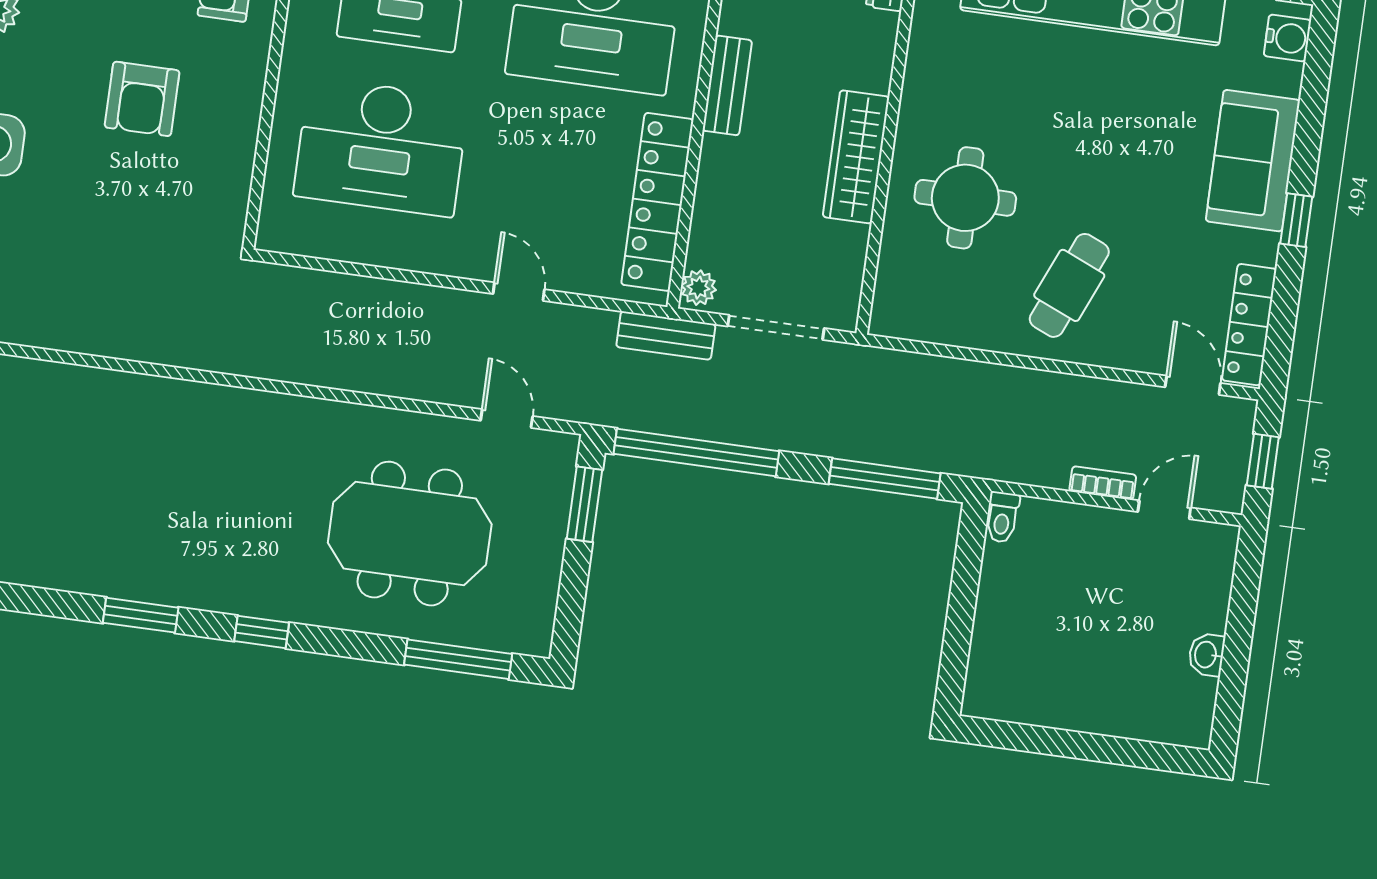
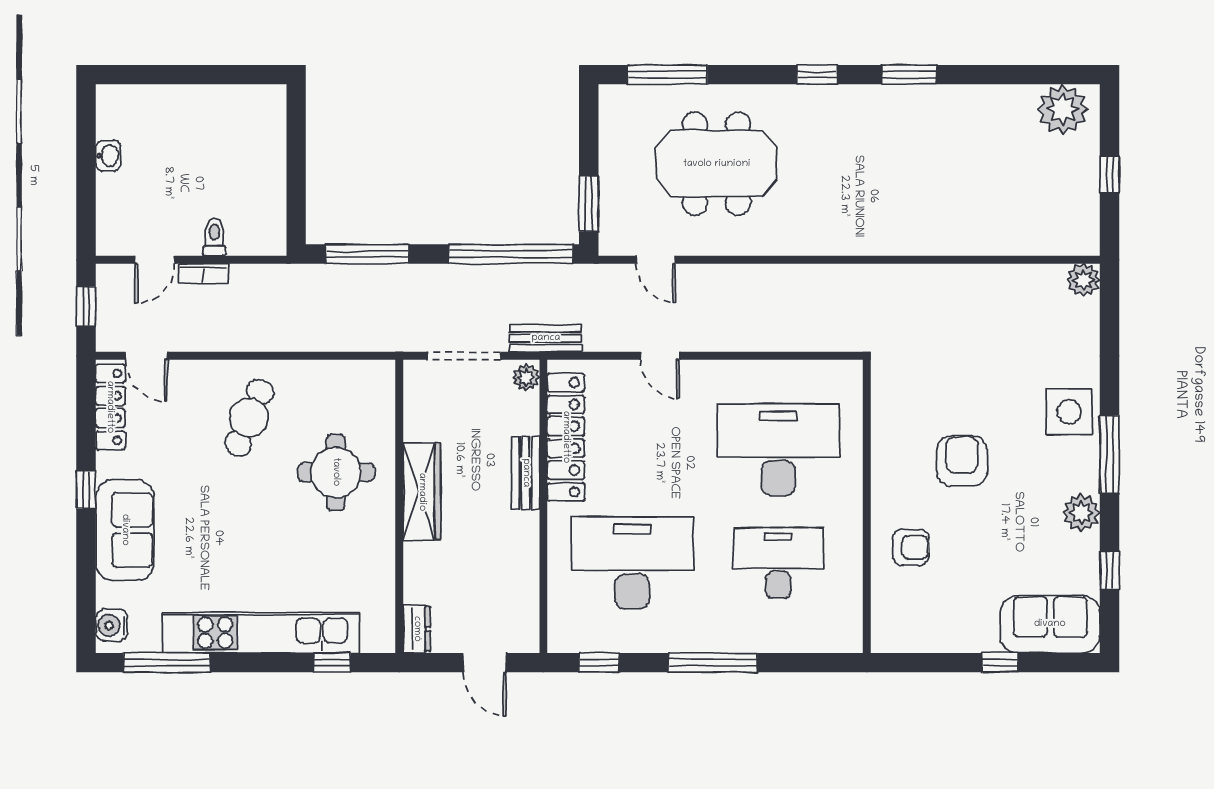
bench: (727, 85) -> (526, 473), moved
toilet: (1002, 517) -> (214, 237), moved

